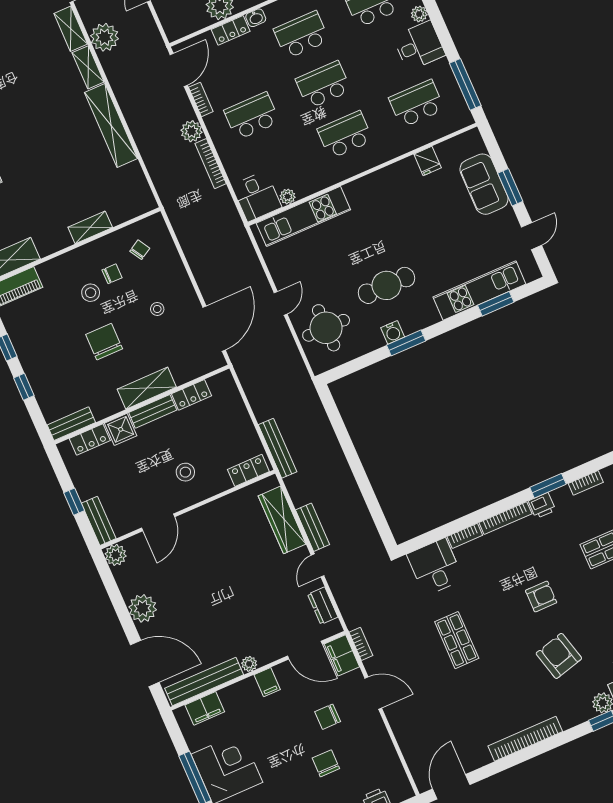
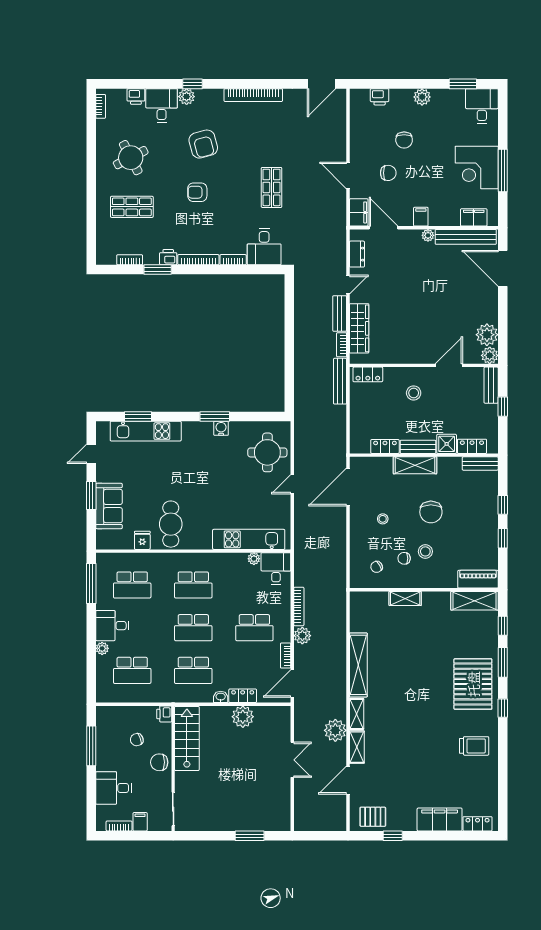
cafe table: (386, 285) -> (171, 524), moved, turned 90
plant: (143, 608) -> (487, 335), moved
bookcase: (361, 644) -> (342, 345), moved

